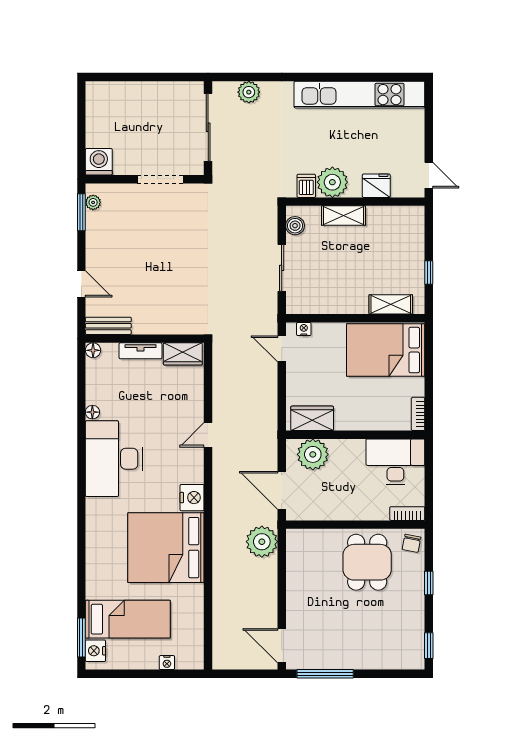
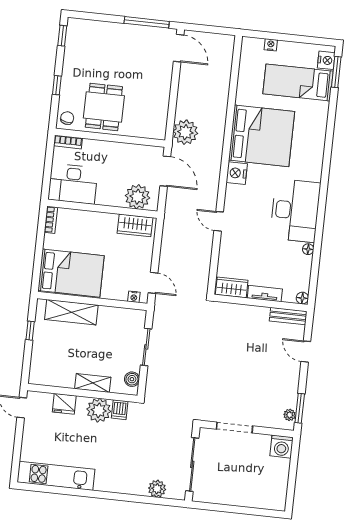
kitchen unit: (359, 95) -> (56, 476), width x0.73
shelving: (391, 304) -> (71, 312), width x1.50, depth x1.33
door: (208, 435) -> (219, 221), swing flipped

